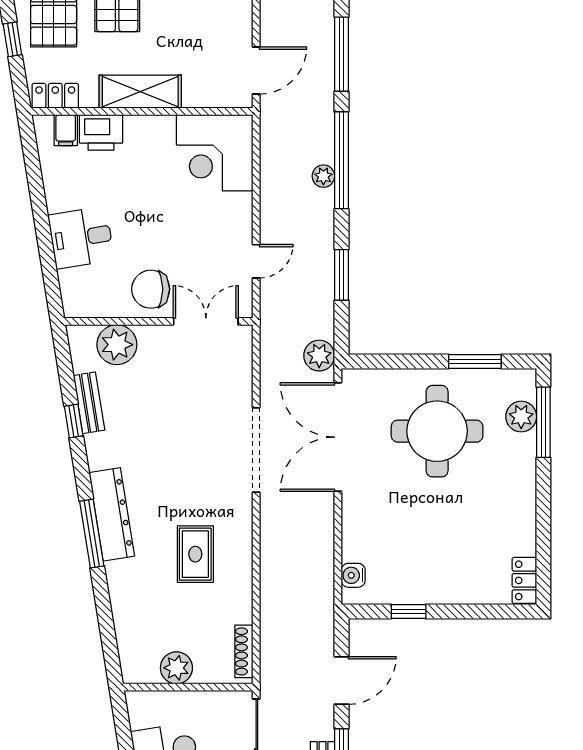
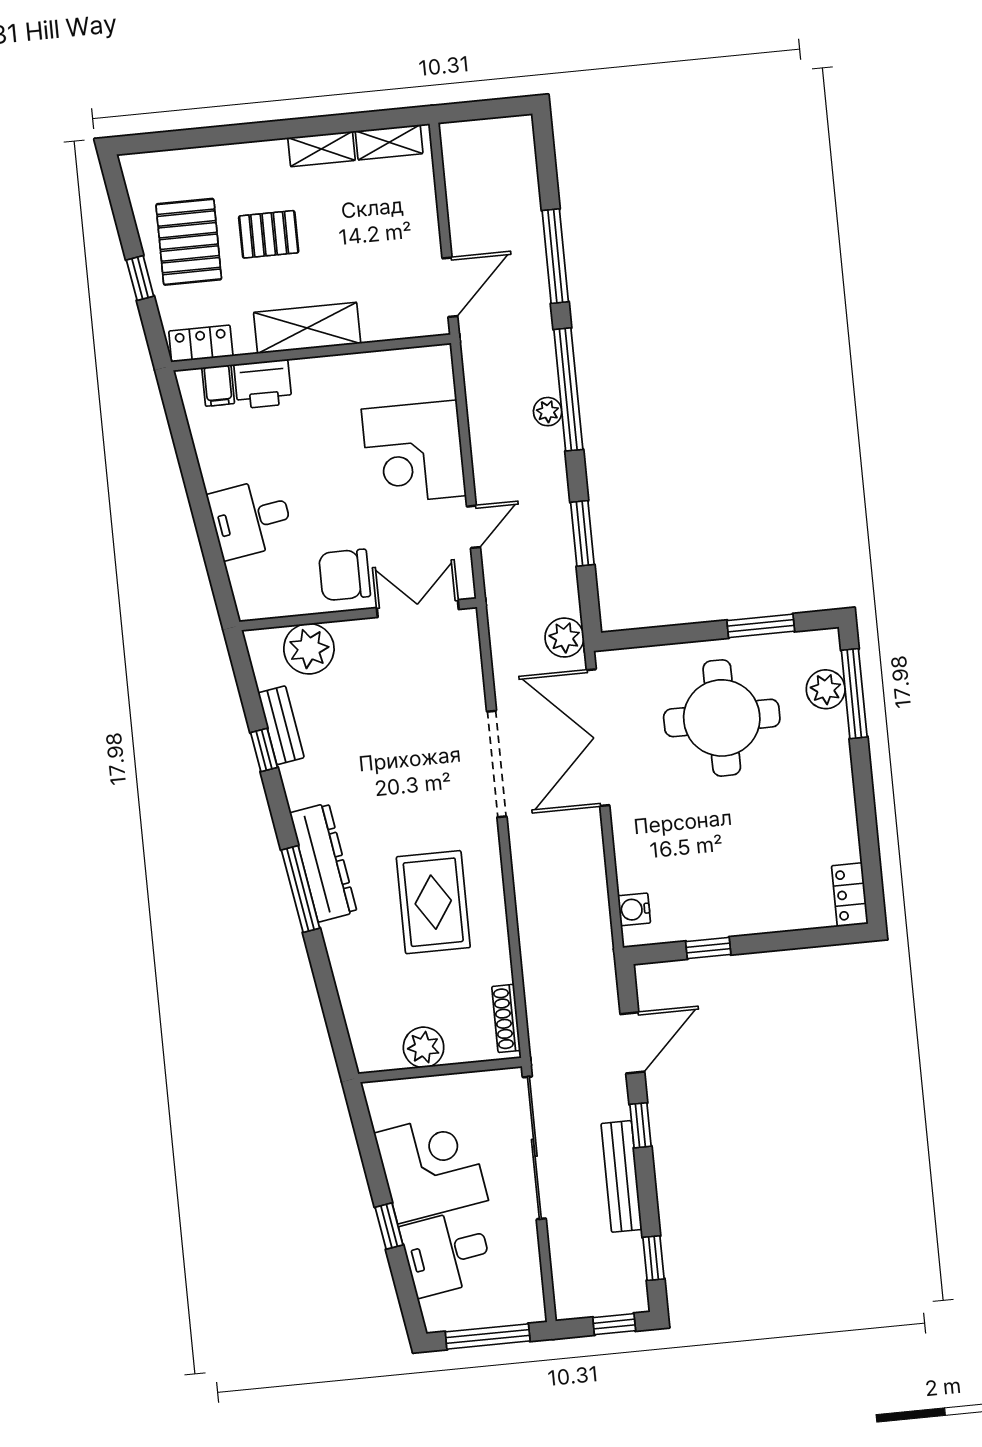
corner desk: (215, 153) -> (414, 452), moved
rug: (195, 554) -> (433, 902), width x1.36, depth x1.43

